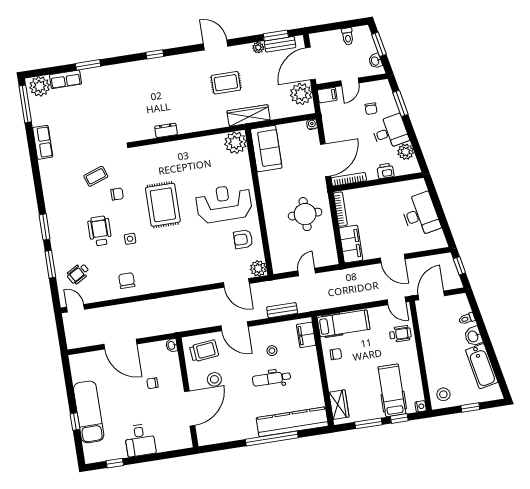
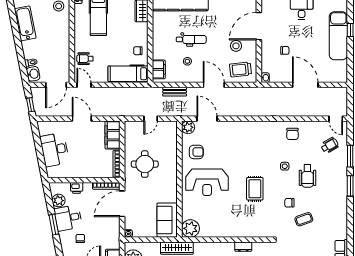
window: (400, 103) -> (54, 225), moved
rug: (163, 205) -> (255, 189), width x0.73, depth x0.70
washbasin: (473, 336) -> (33, 74), moved

